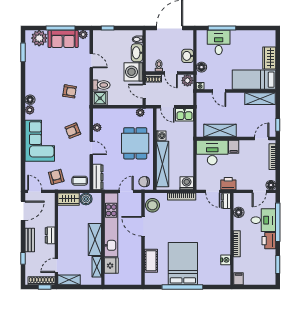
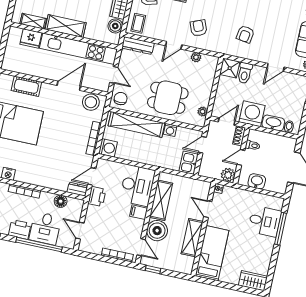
wardrobe: (269, 58) -> (253, 281), moved
floor lamp: (201, 67) -> (240, 195), removed
door: (219, 91) -> (208, 209), hinge flipped
shelving: (260, 99) -> (192, 238), moved
boiler: (245, 128) -> (157, 231), added
floor lamp: (271, 185) -> (84, 246), removed

